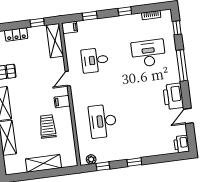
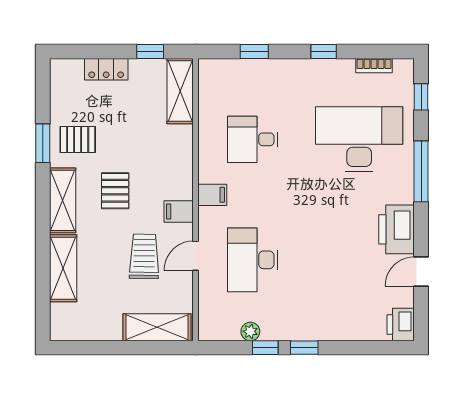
filing cabinet: (70, 27) -> (212, 195), moved
desk: (148, 53) -> (359, 139), width x1.36, depth x1.30
door: (68, 79) -> (195, 256), moved
pallet: (29, 95) -> (115, 191), added
plant: (91, 159) -> (250, 331), moved
shelving: (44, 163) -> (157, 327), moved
window: (103, 166) -> (265, 348), moved

